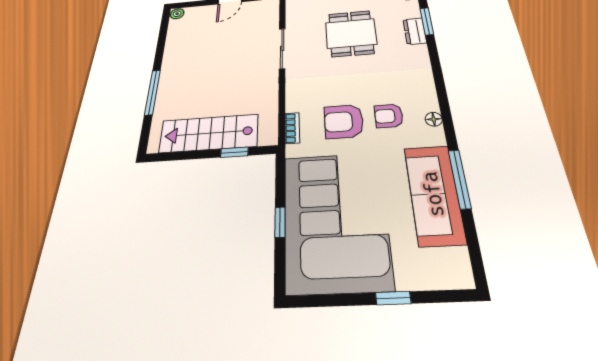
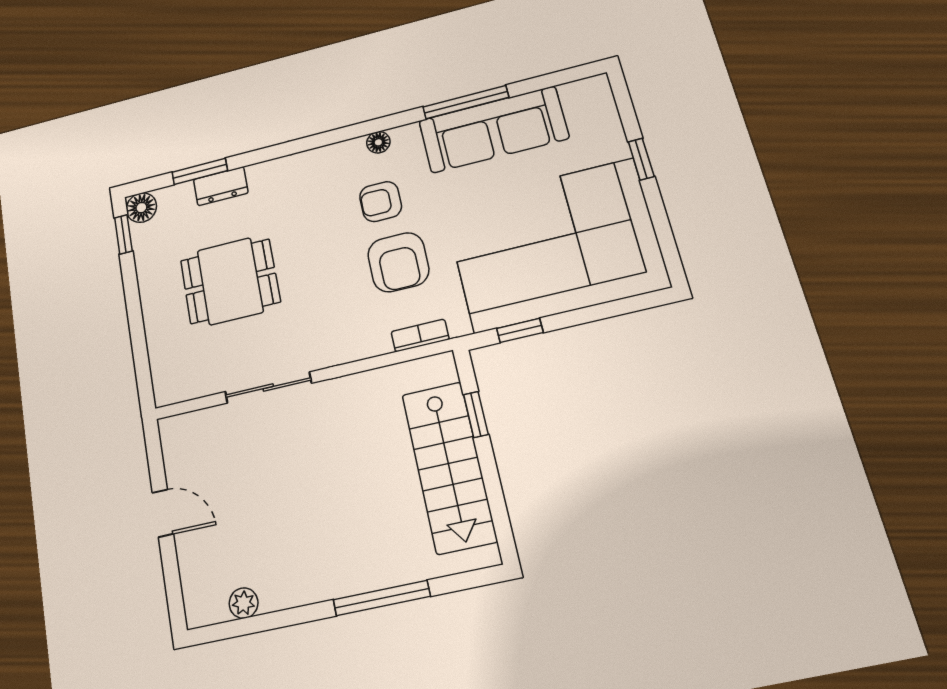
plant: (177, 14) -> (244, 603), moved
armchair: (389, 116) -> (381, 202), turned 90
window: (280, 222) -> (520, 331), moved

